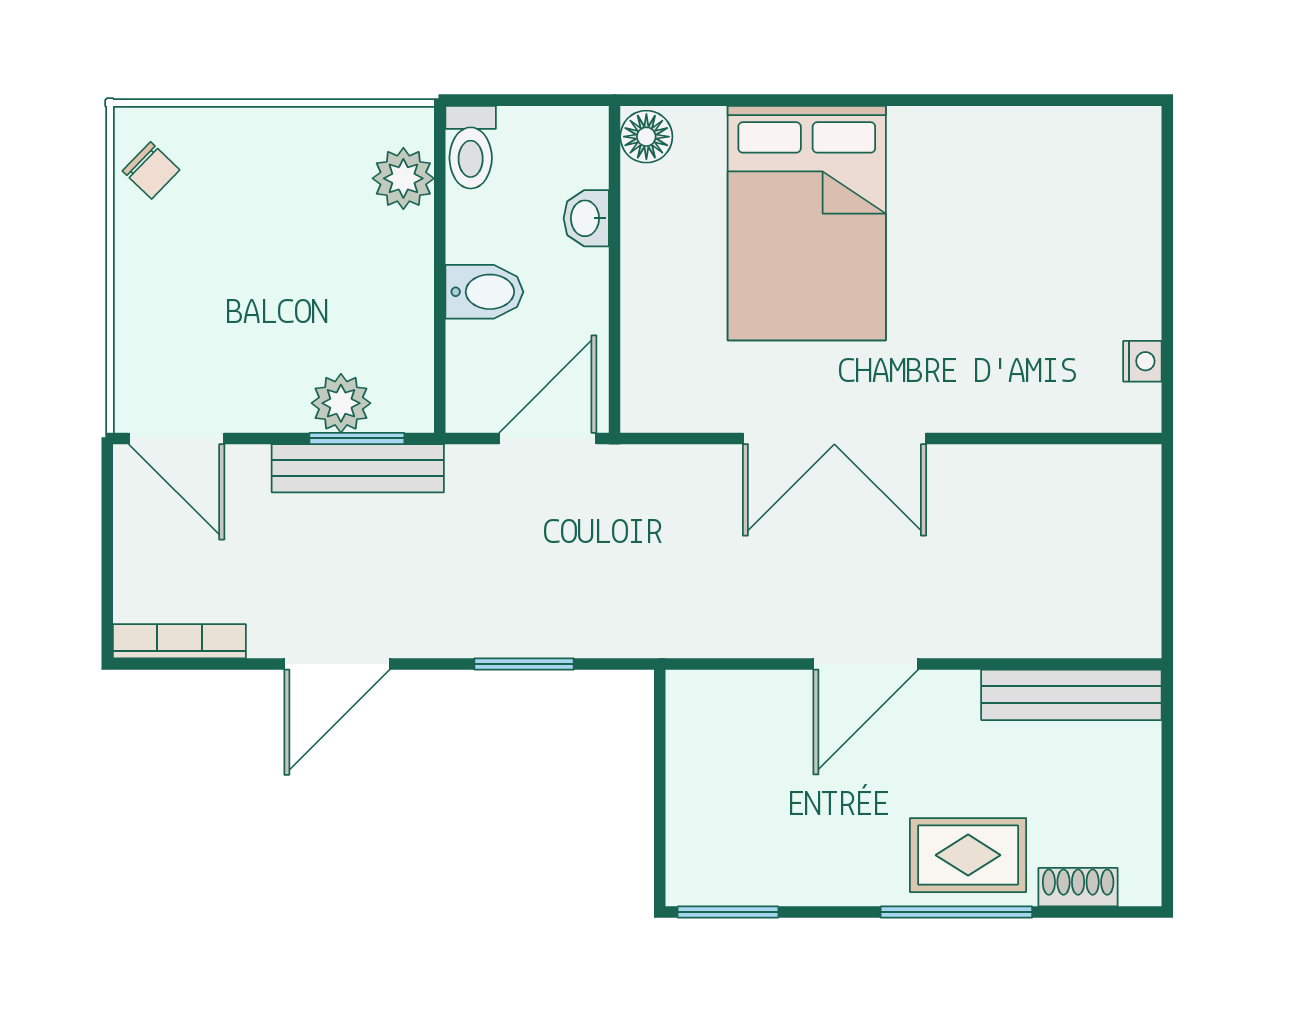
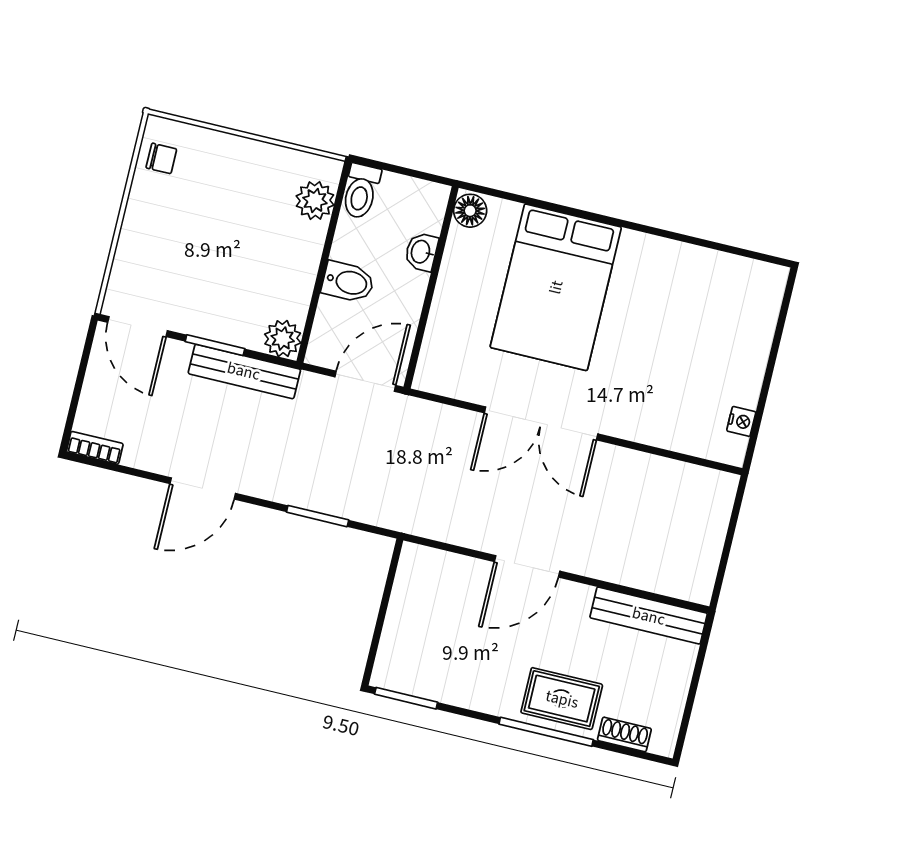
chair: (151, 170) -> (161, 158), turned -44
plant: (341, 403) -> (283, 339), moved
window: (357, 438) -> (215, 345), moved
bookcase: (179, 641) -> (95, 448), width x0.64

